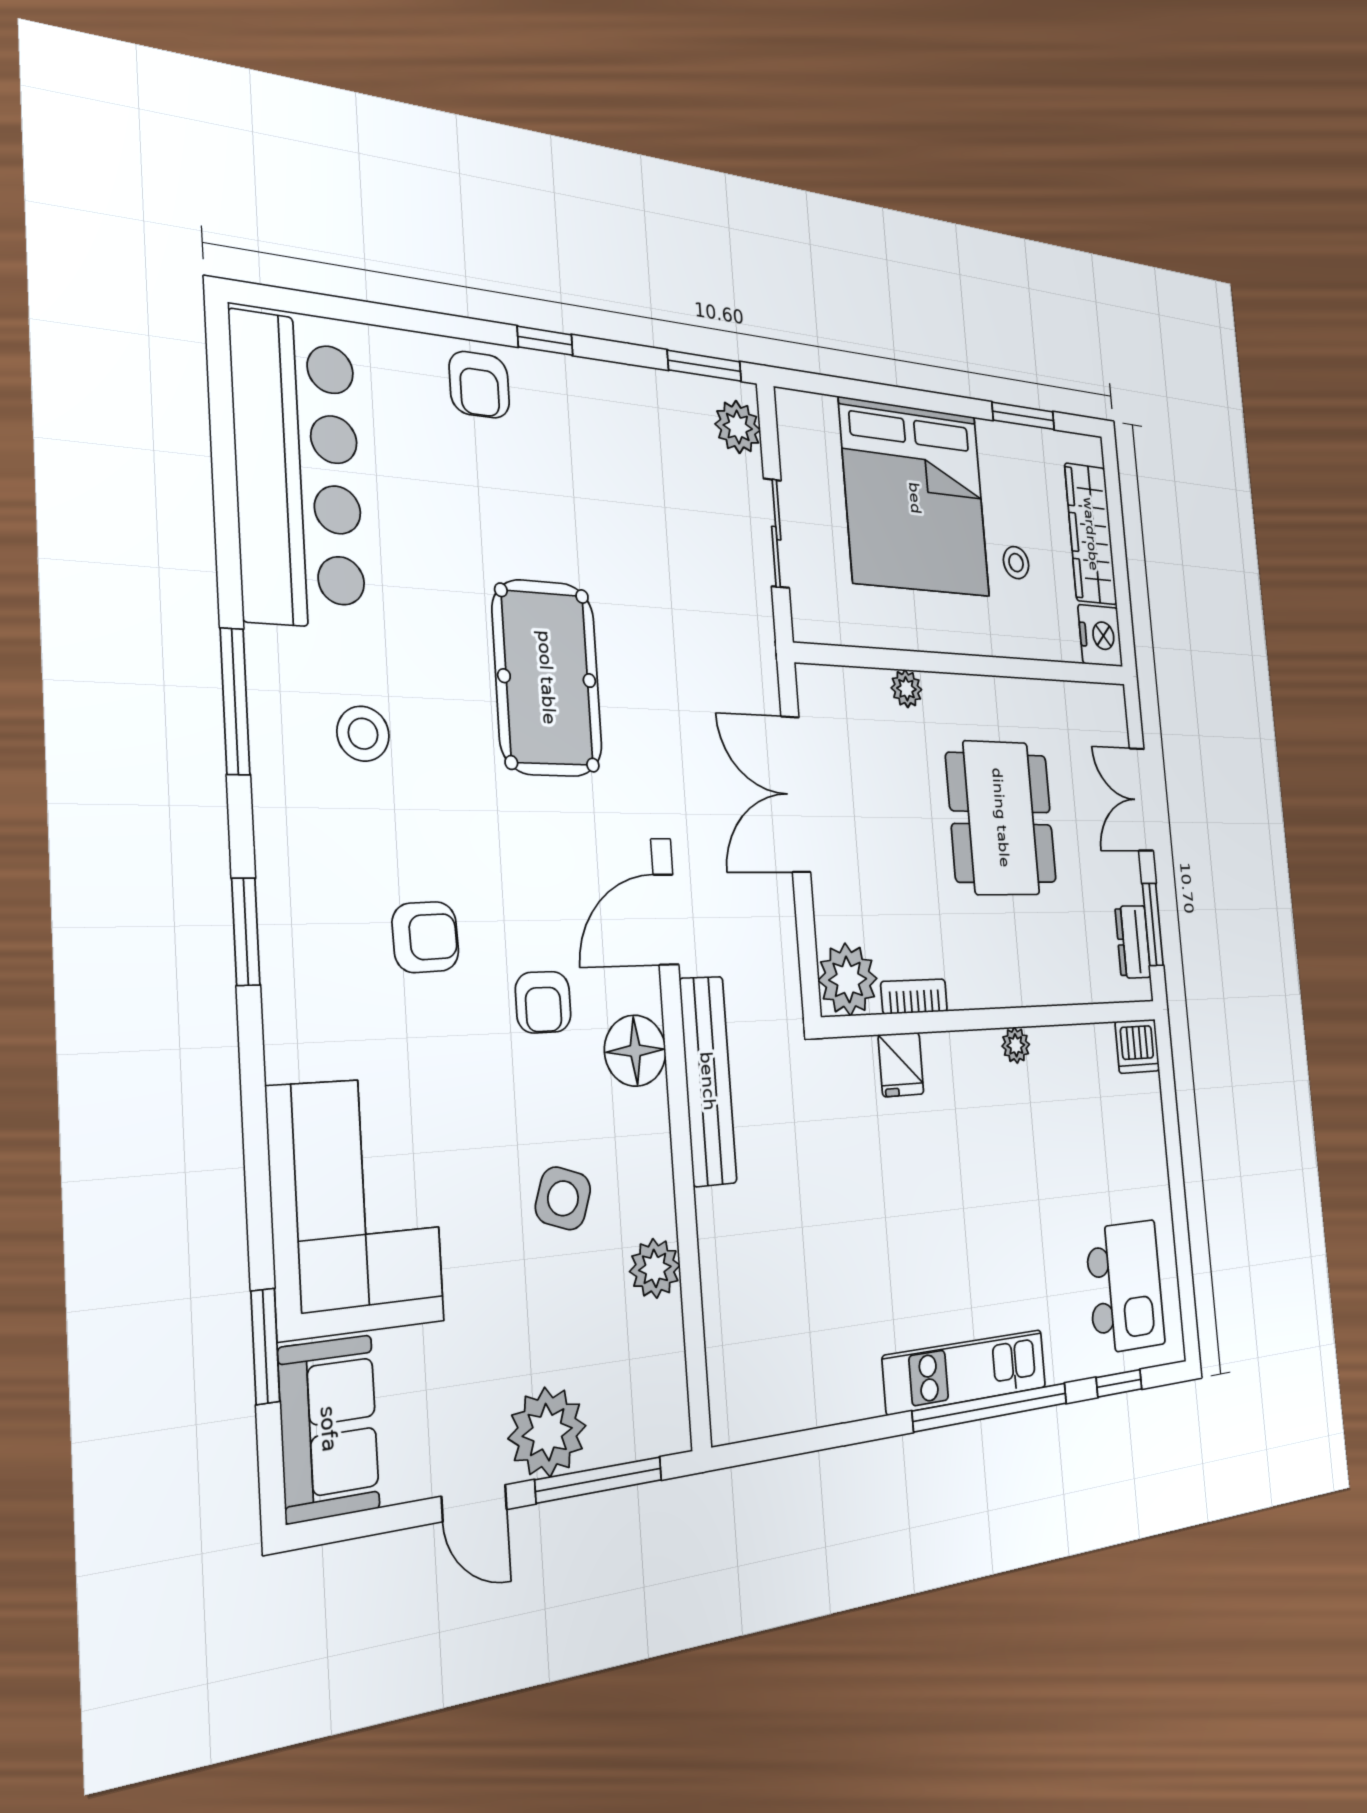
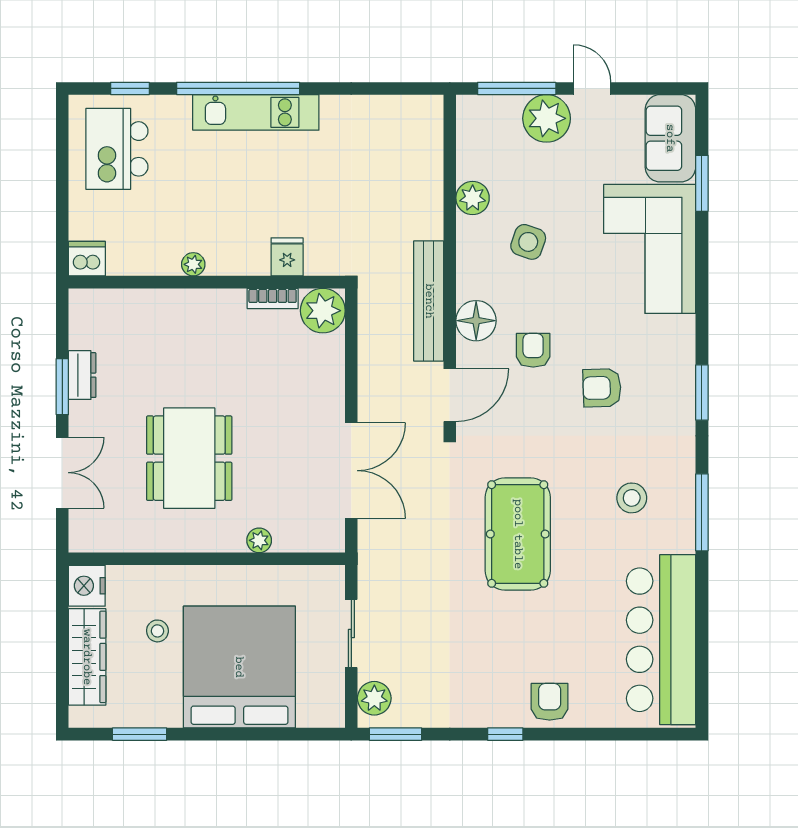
plant: (848, 979) -> (323, 311), moved
bookcase: (914, 997) -> (273, 298), moved
wall: (997, 1018) -> (207, 282), moved
plant: (1016, 1045) -> (193, 264), moved
dishwasher: (1137, 1046) -> (87, 259), moved
fridge: (901, 1064) -> (287, 257), moved

